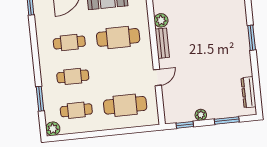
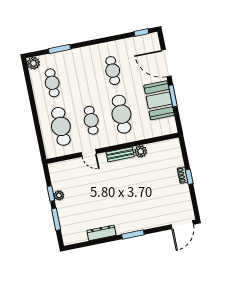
cafe table: (73, 76) -> (91, 120), moved
dresser: (249, 92) -> (101, 233), moved
window: (185, 125) -> (51, 194), moved

